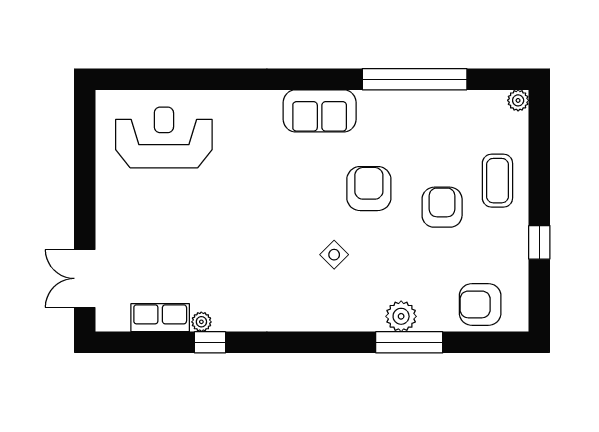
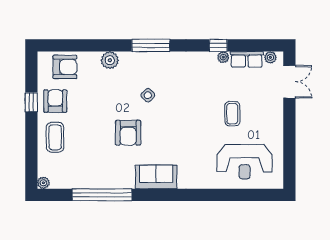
armchair: (442, 207) -> (55, 101), moved, turned 180
coffee table: (185, 222) -> (232, 114), added
plant: (118, 321) -> (270, 57), added
window: (409, 342) -> (151, 45), moved

